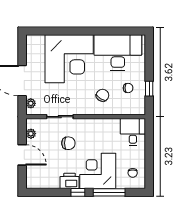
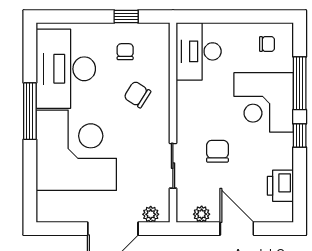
window: (92, 31) -> (30, 111), added
desk: (133, 132) -> (199, 51), width x1.37
door: (22, 155) -> (237, 229), hinge flipped
printer: (70, 181) -> (280, 186), moved

